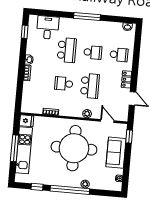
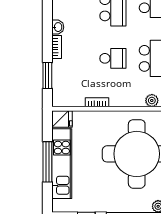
school desk: (64, 84) -> (113, 58), turned 180
window: (19, 91) -> (47, 76), added

